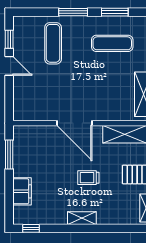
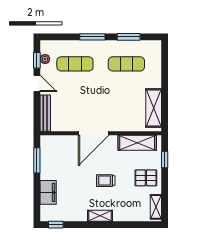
plant: (19, 38) -> (45, 59), added
exercise mat: (53, 43) -> (75, 64), turned 90
bench: (19, 100) -> (45, 113), added
door: (75, 123) -> (94, 133), hinge flipped

